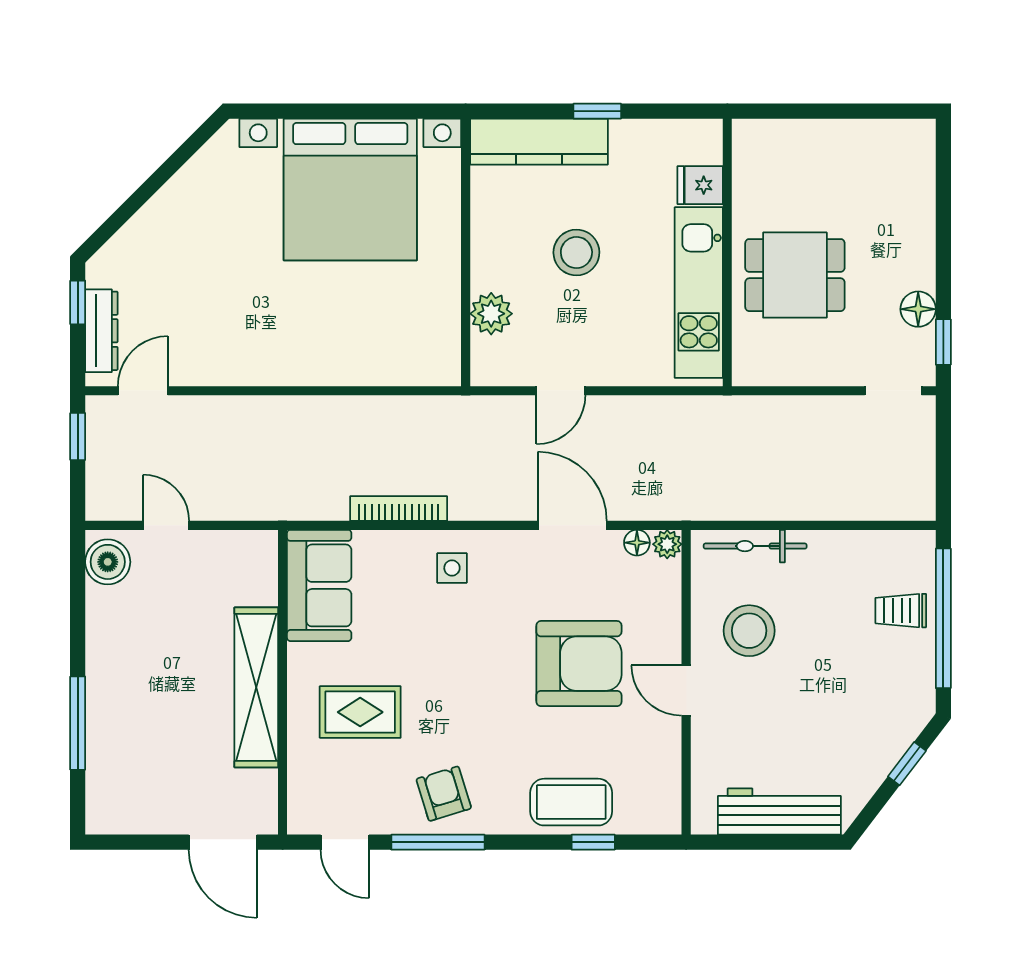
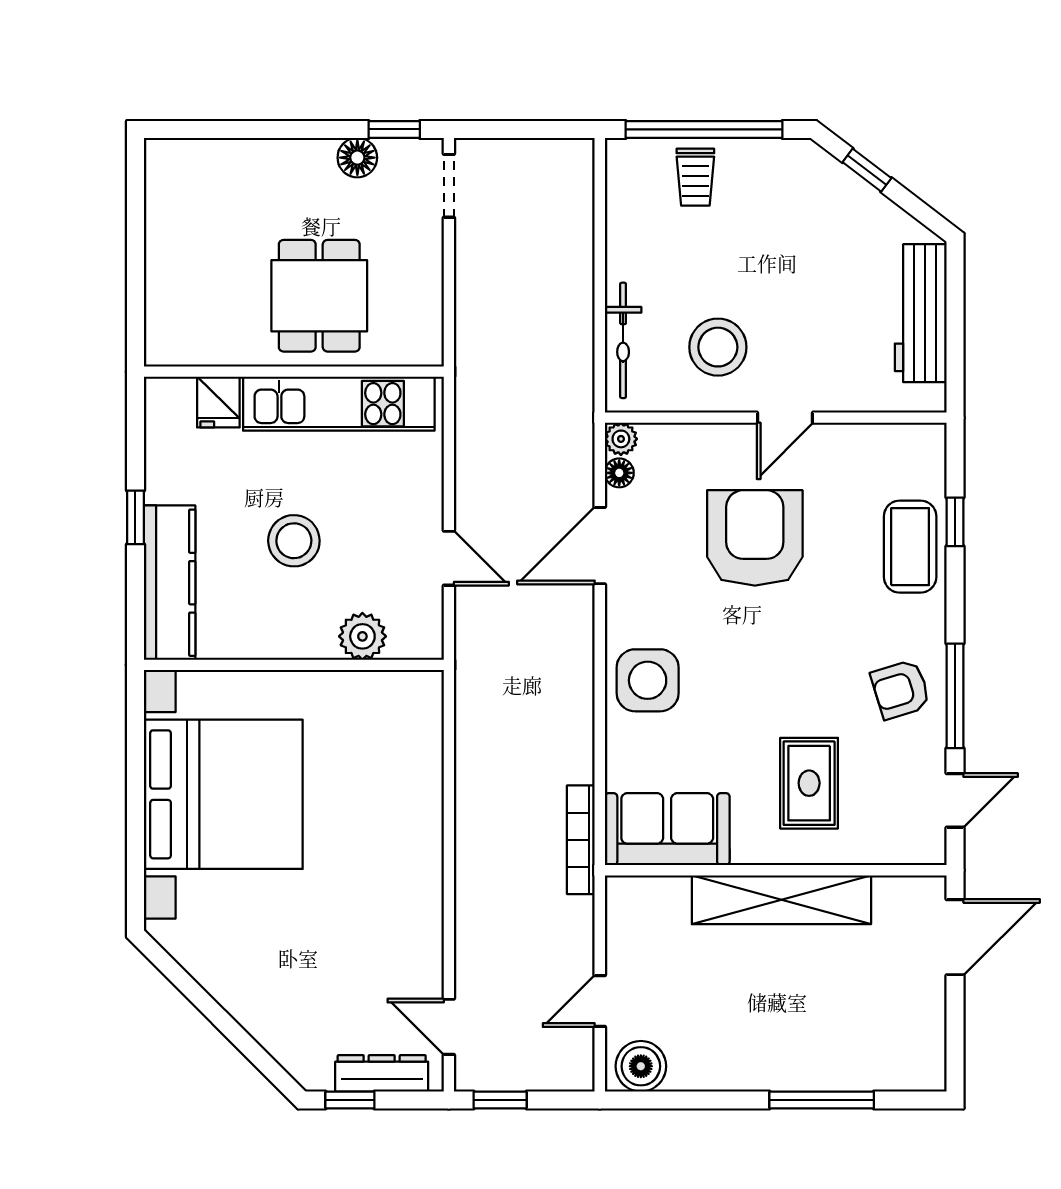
bookcase: (399, 508) -> (581, 840), moved
side table: (452, 568) -> (648, 680), width x1.87, depth x1.87

